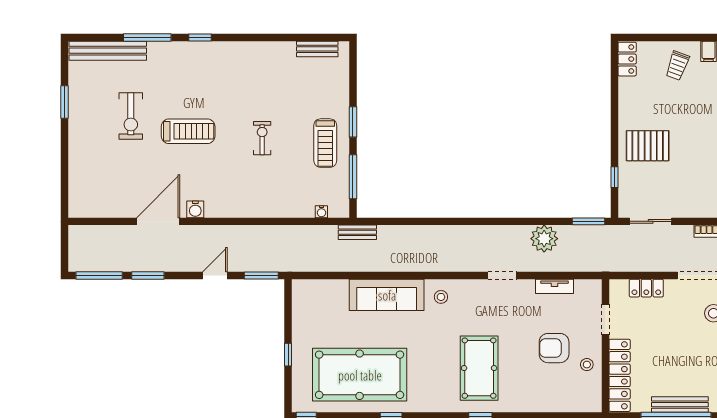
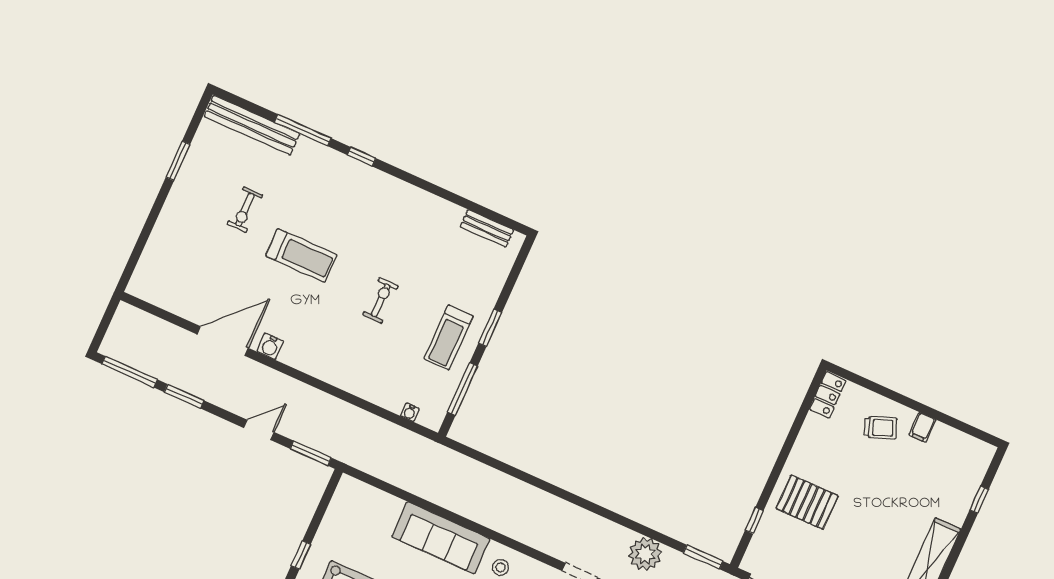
trolley: (677, 66) -> (881, 428), turned -131
exercise bike: (131, 116) -> (245, 210), width x0.73, depth x0.72
bench: (357, 232) -> (440, 453), removed

